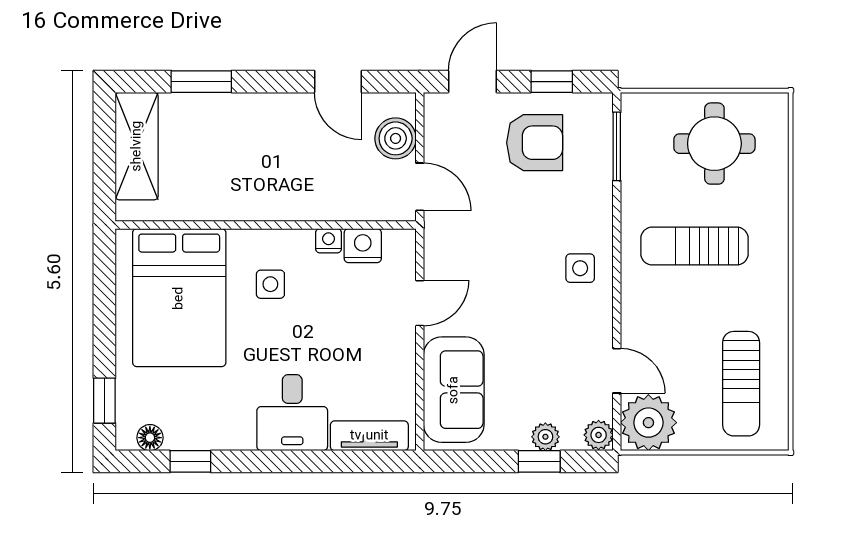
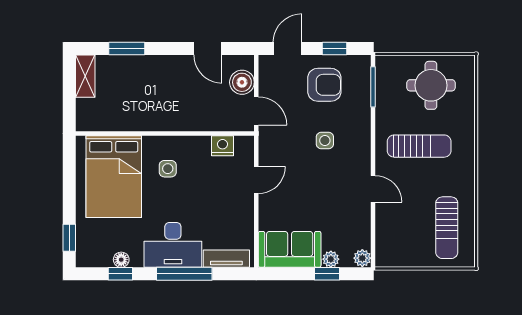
shelving: (137, 146) -> (85, 76), width x0.67, depth x0.75
nightstand: (328, 241) -> (202, 143), removed
sun lounger: (694, 246) -> (419, 146), turned 180
side table: (580, 268) -> (325, 140), moved
door: (617, 371) -> (373, 189), moved
sofa: (454, 390) -> (290, 249), moved, turned -90
desk: (292, 413) -> (173, 245), width x1.37
plant: (648, 423) -> (392, 251), removed
floor lamp: (150, 438) -> (121, 260), moved
window: (298, 461) -> (184, 274), added

